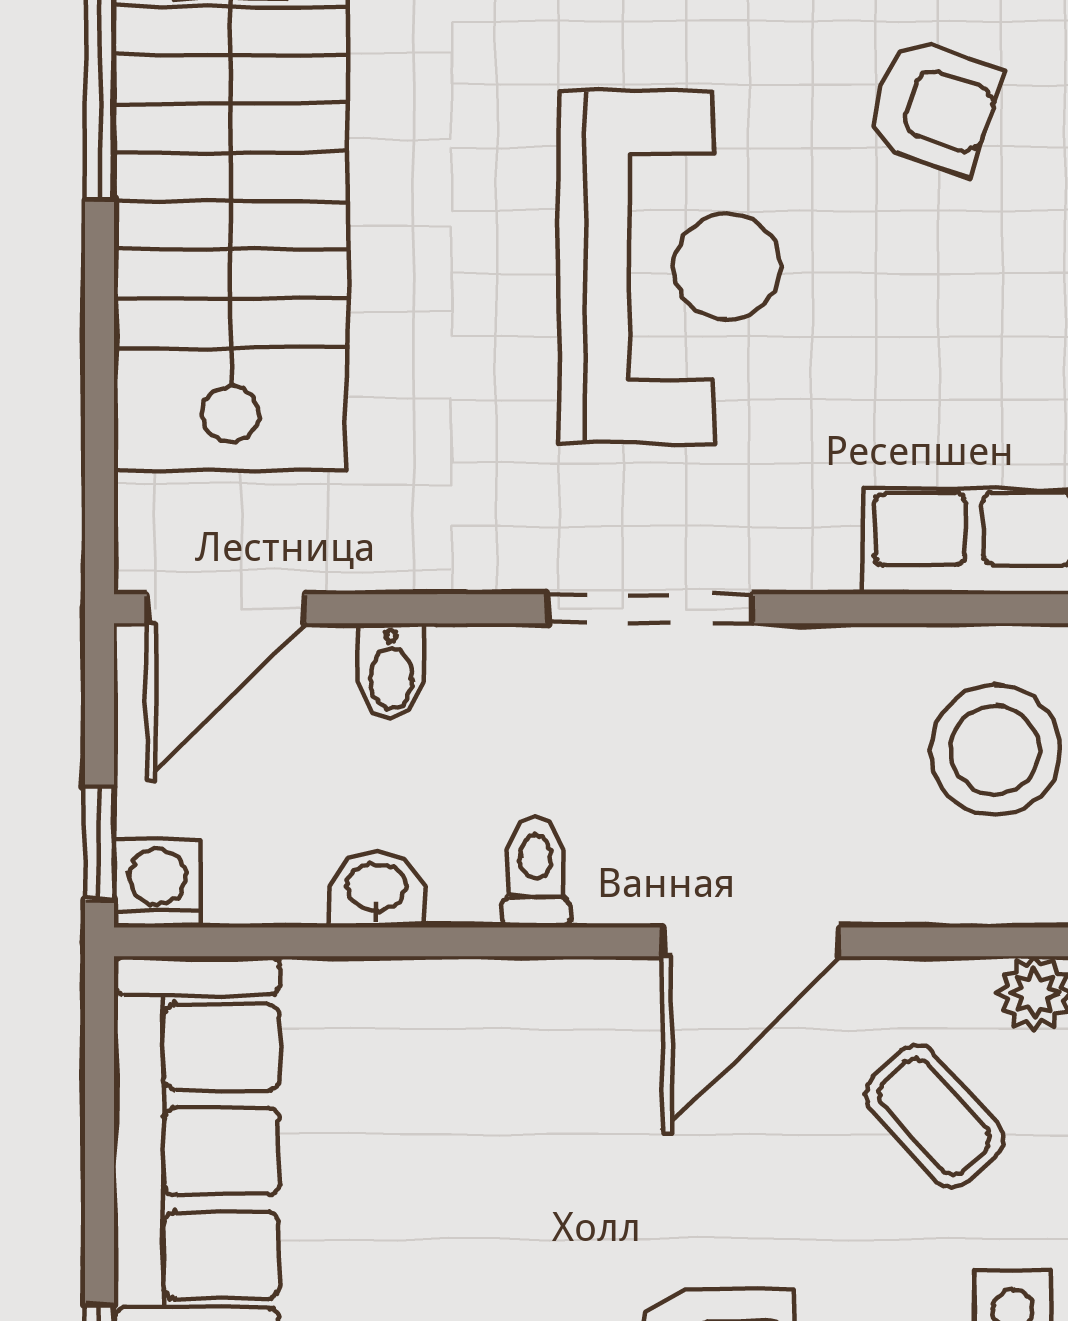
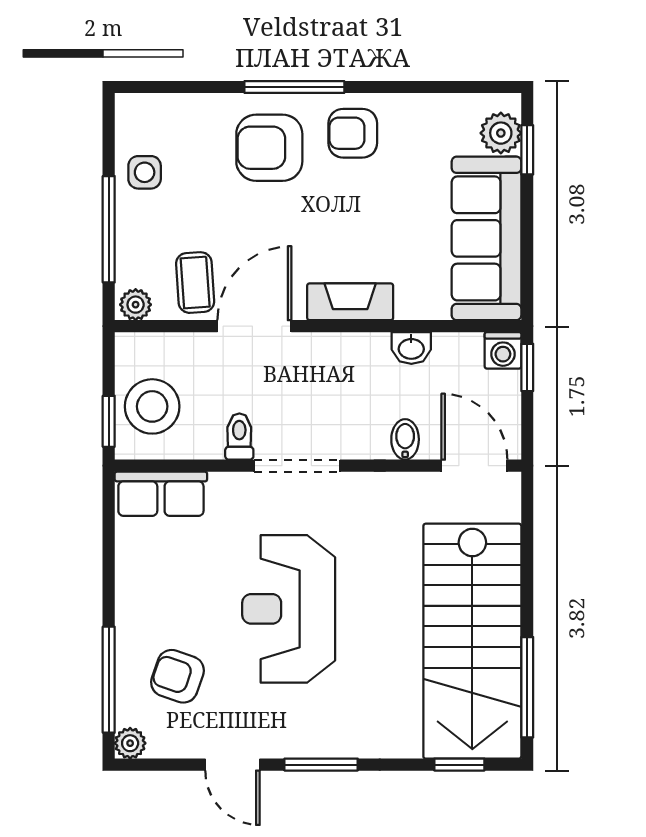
door: (226, 609) -> (474, 466), hinge flipped
toilet: (536, 872) -> (239, 437), moved, turned 180
fireplace: (522, 1000) -> (350, 302), added
coffee table: (934, 1116) -> (195, 283), moved, turned 38

